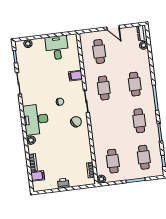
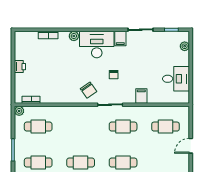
filing cabinet: (38, 176) -> (120, 38), moved

